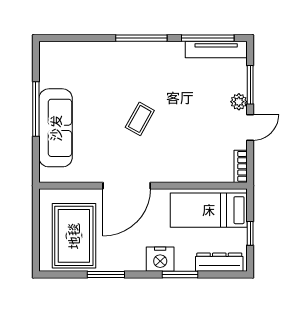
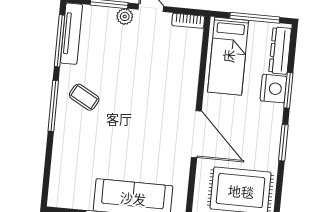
coffee table: (140, 119) -> (84, 97), moved
window: (250, 233) -> (255, 18), width x2.17
nightstand: (160, 259) -> (273, 89), moved
window: (106, 275) -> (283, 143), moved

